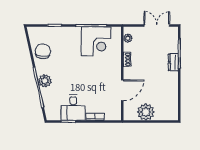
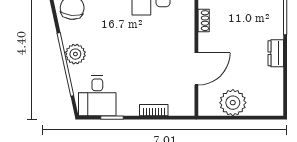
dresser: (173, 62) -> (276, 53), moved
desk: (73, 108) -> (97, 96), moved

